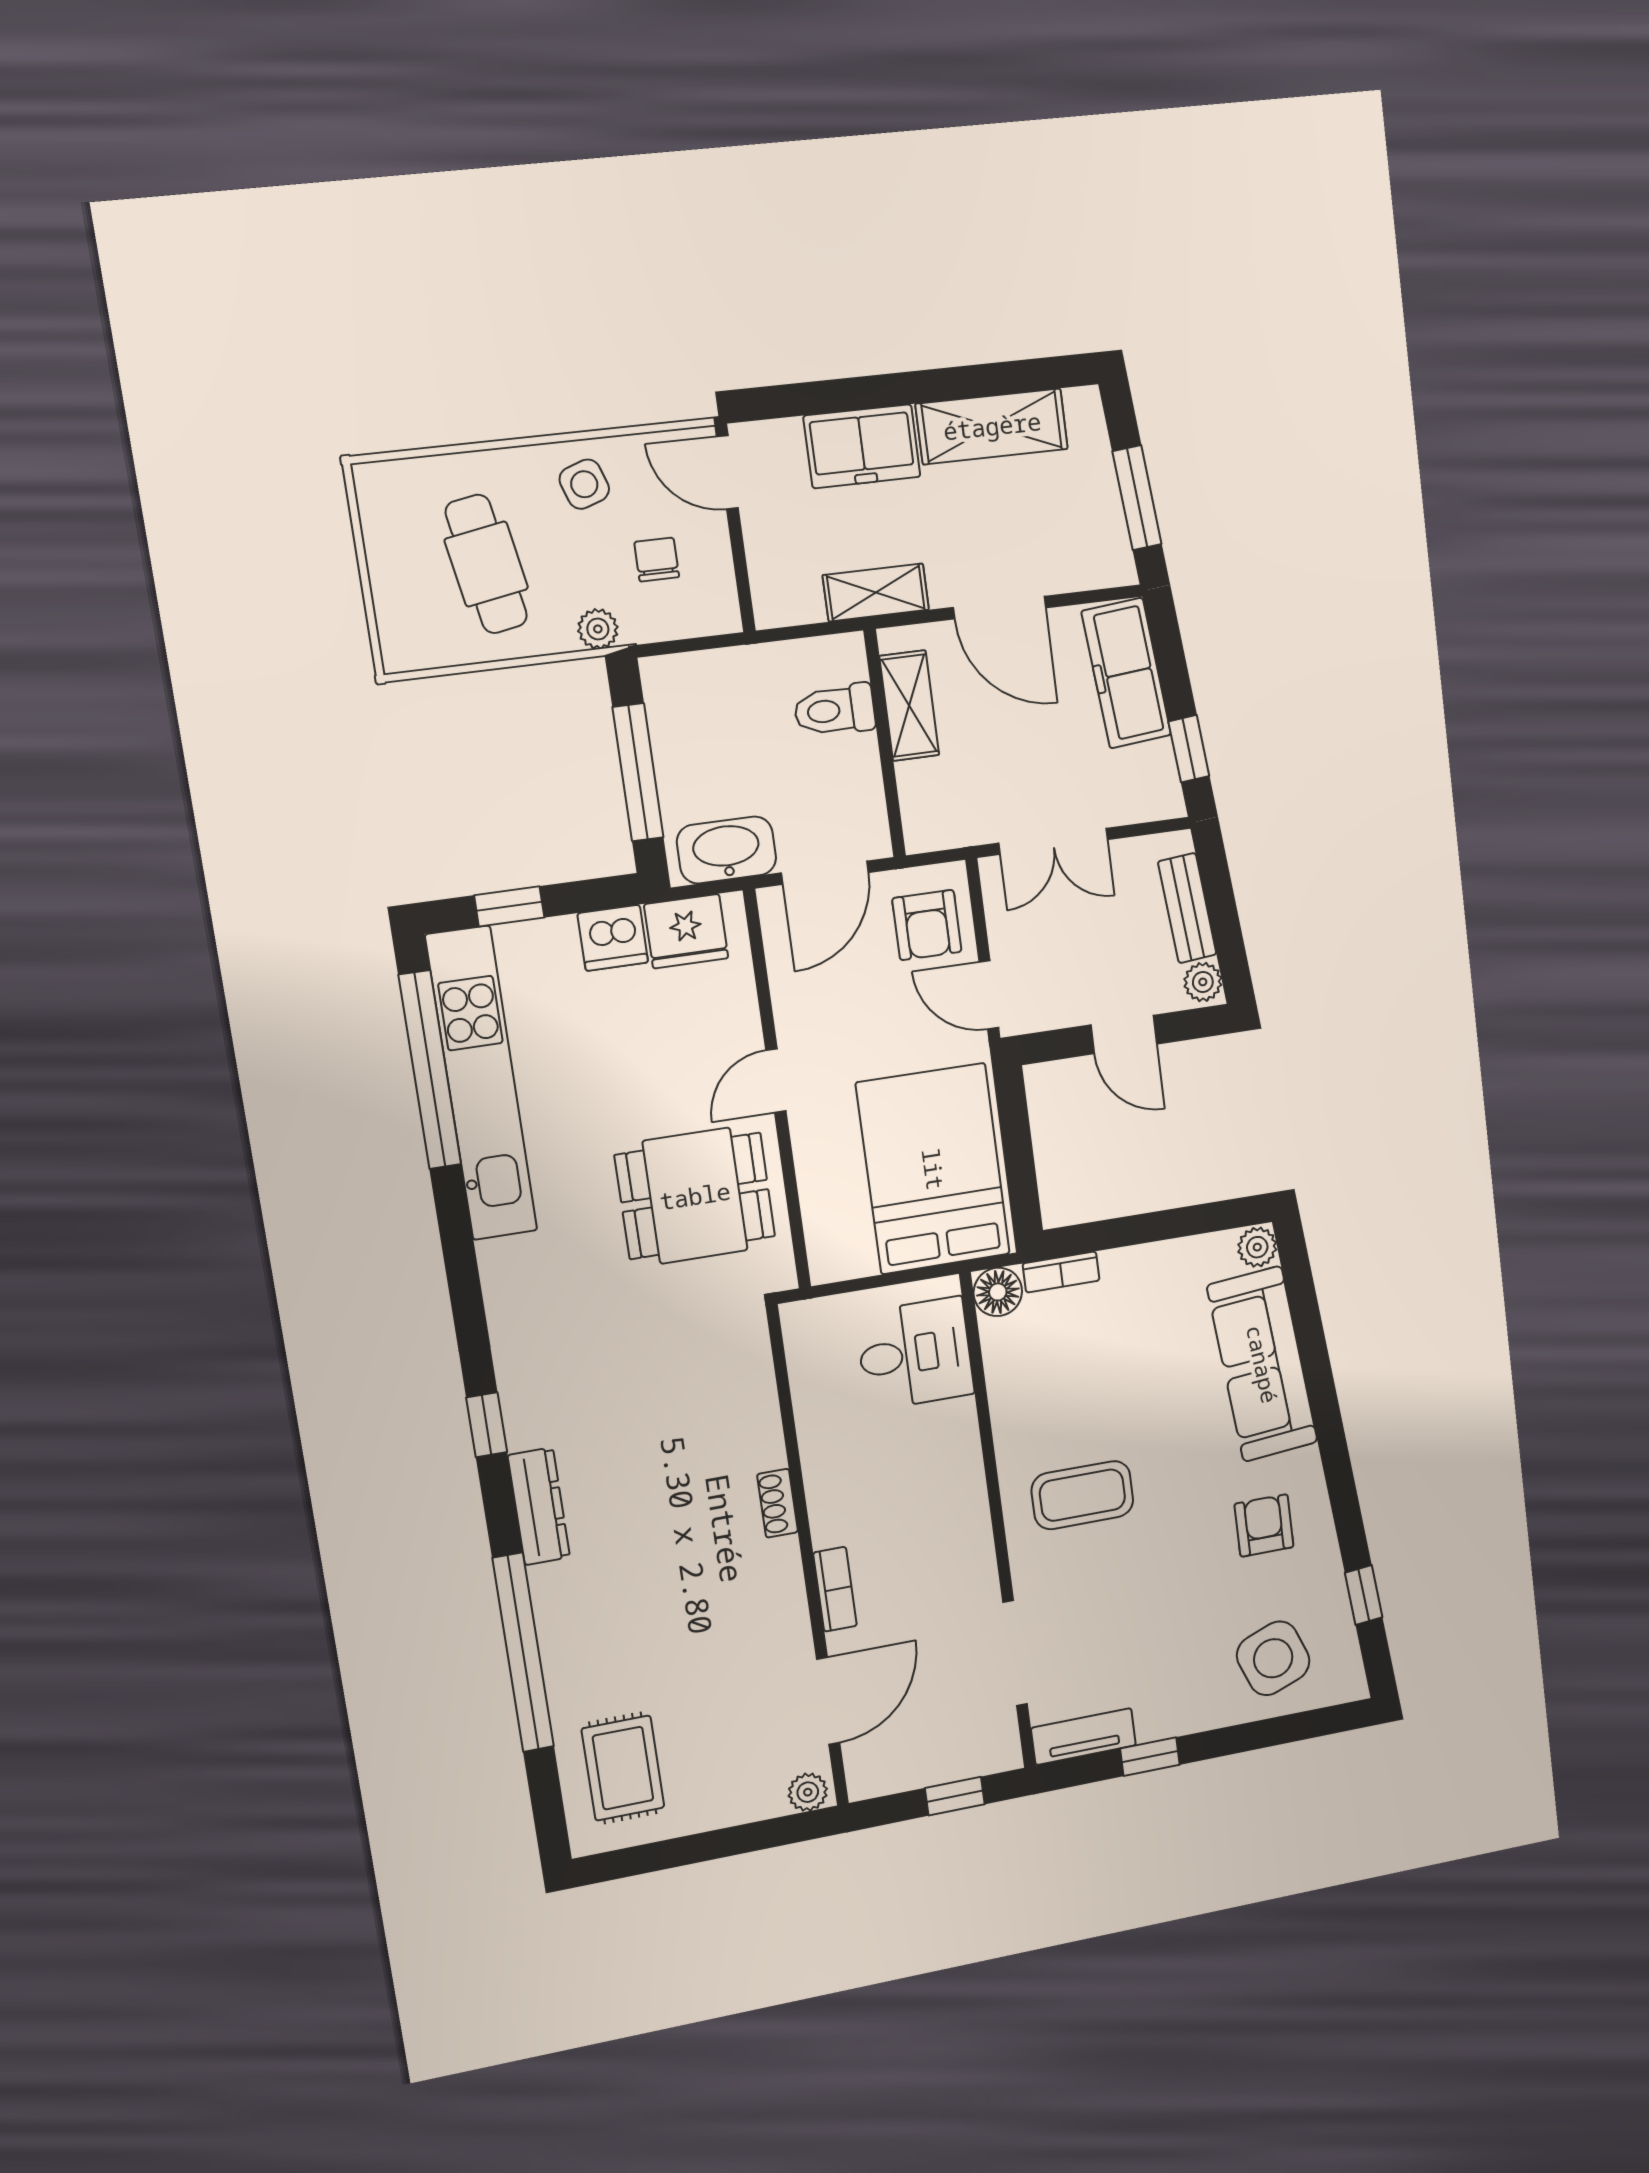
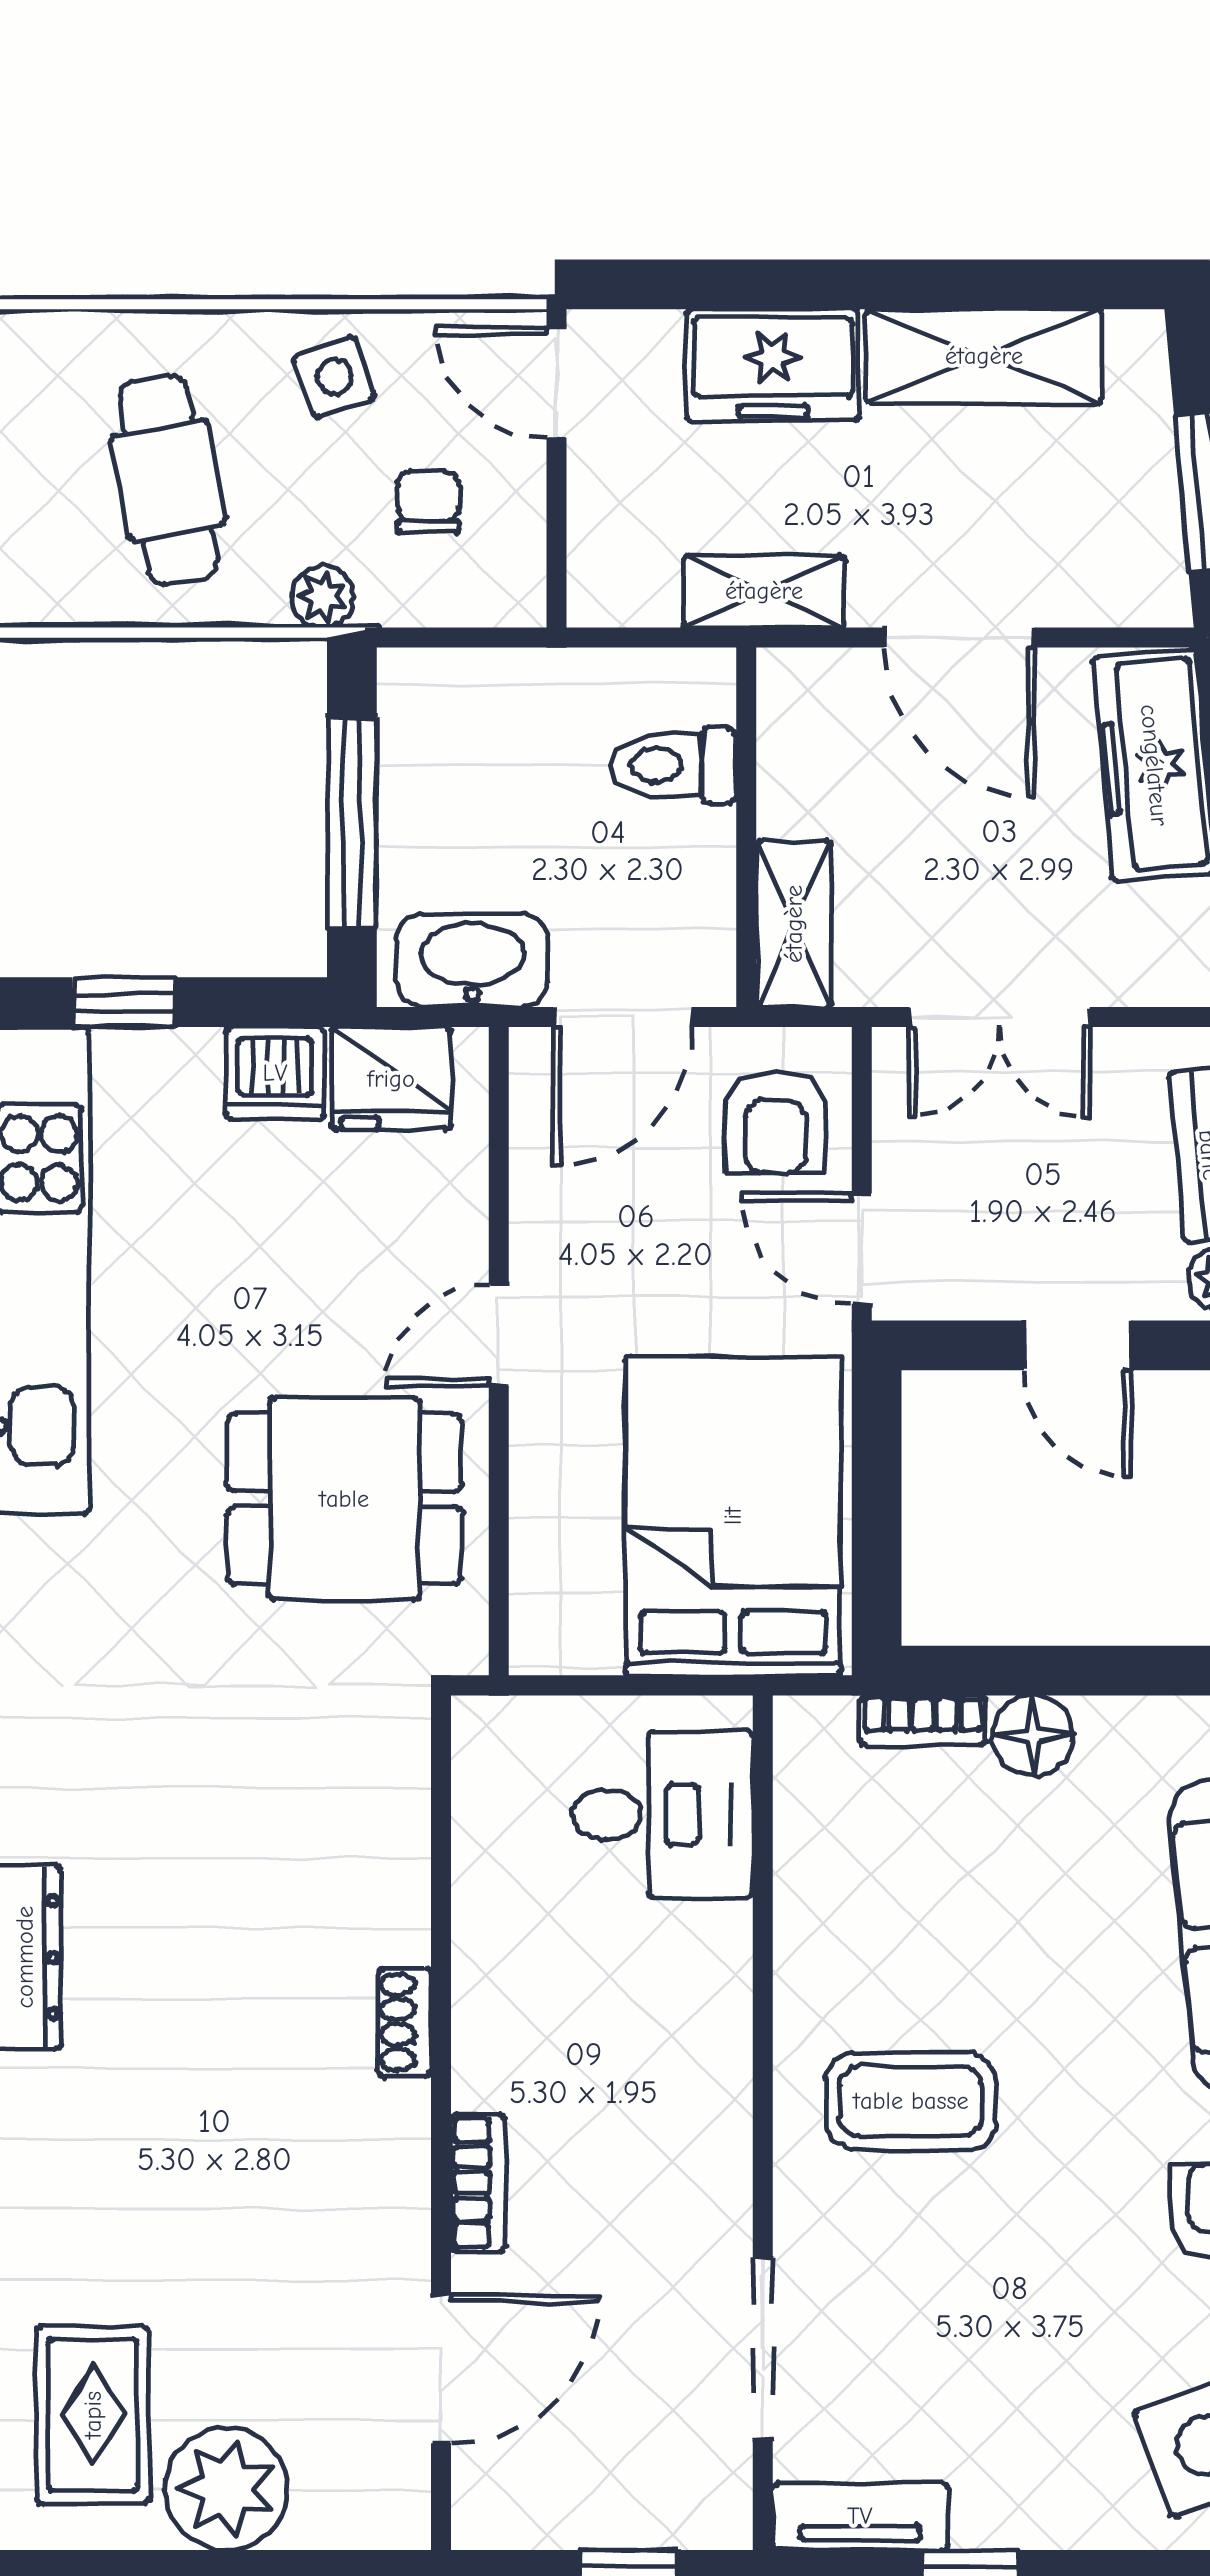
shelving: (909, 706) -> (794, 924), moved
floor lamp: (998, 1292) -> (1033, 1736), moved
plant: (808, 1792) -> (226, 2489), moved, width x1.87, depth x1.87

